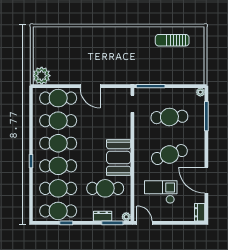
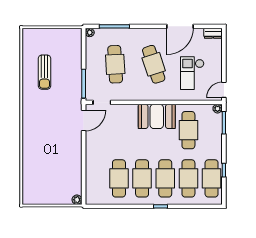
sun lounger: (172, 40) -> (45, 72), moved
plant: (42, 76) -> (77, 200), width x0.53, depth x0.53
door: (90, 86) -> (84, 121), moved
cafe table: (58, 98) -> (96, 178), removed
dresser: (103, 216) -> (217, 133), removed

